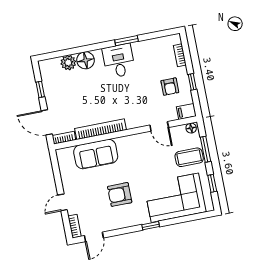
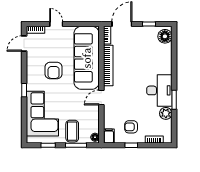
floor lamp: (86, 60) -> (165, 36), moved
desk: (119, 61) -> (159, 90), width x1.37
plant: (68, 63) -> (166, 113), moved
door: (159, 126) -> (101, 97), moved
sofa: (96, 154) -> (87, 58), width x1.85, depth x1.27
armchair: (120, 194) -> (54, 70), turned 180
door: (94, 237) -> (24, 44), hinge flipped

